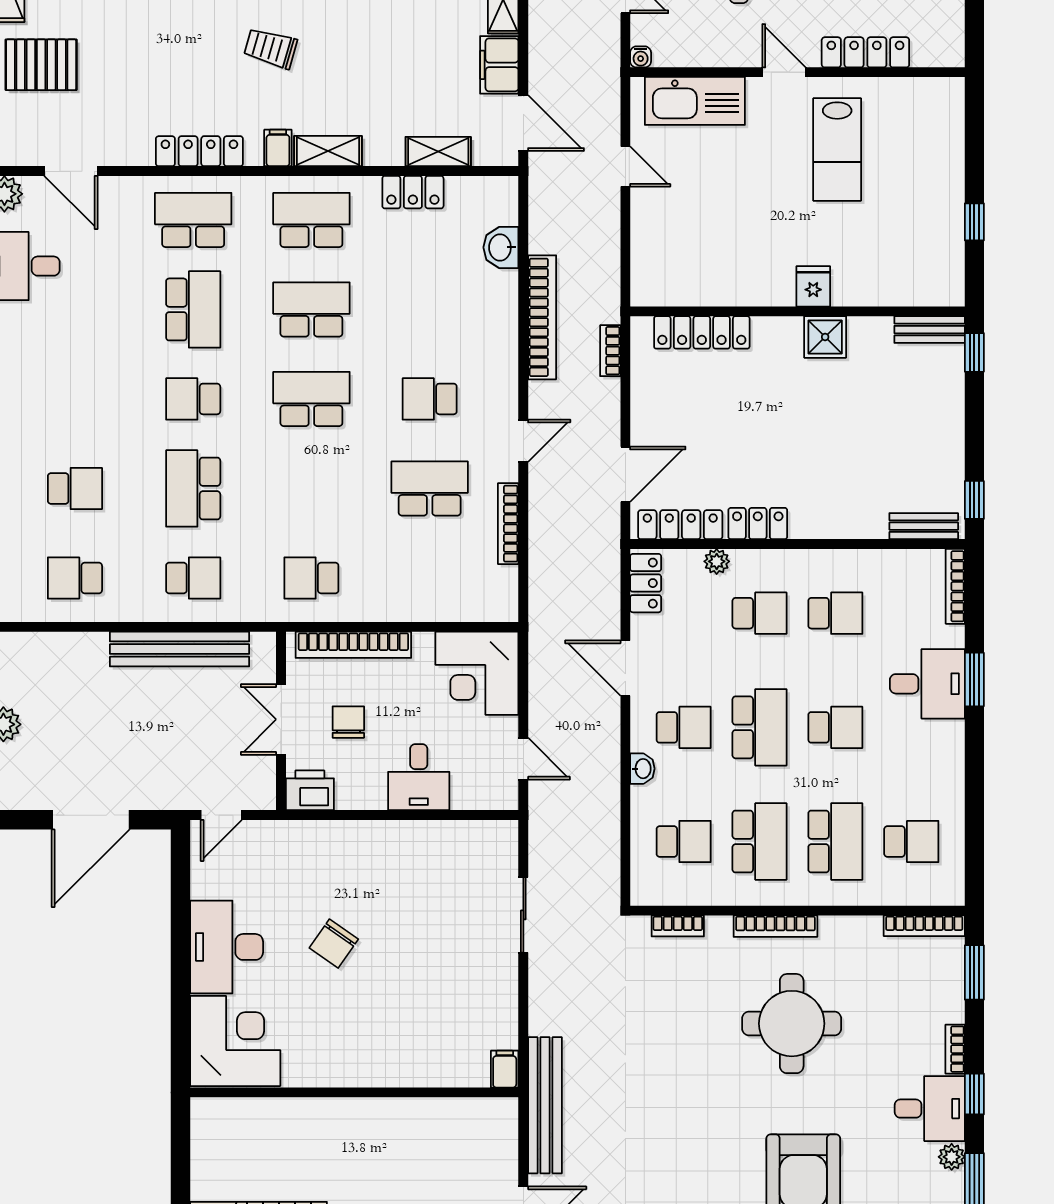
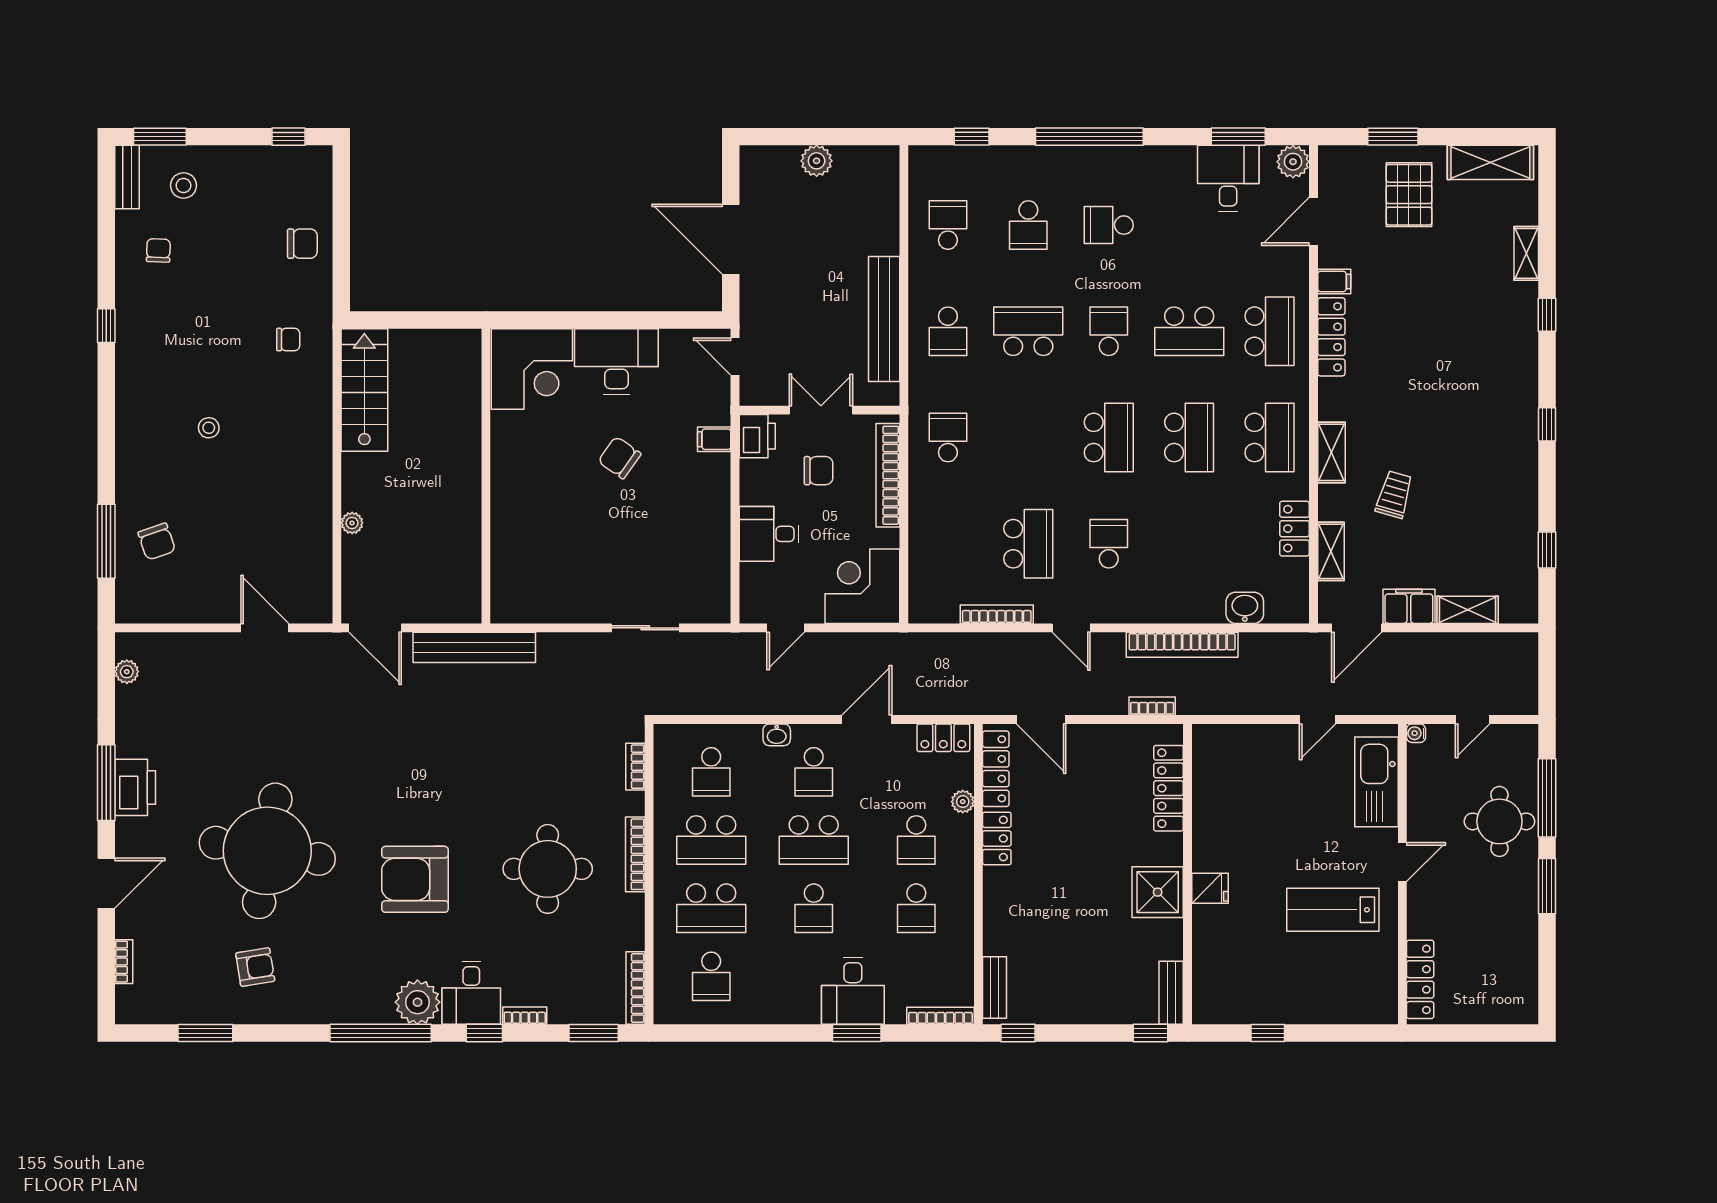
trolley: (271, 48) -> (1394, 494), moved
locker: (865, 52) -> (1420, 979), moved
filing cabinet: (278, 148) -> (1334, 281), moved
shower: (825, 337) -> (1158, 892), width x1.36, depth x1.36
school desk: (75, 399) -> (1109, 225), added
filing cabinet: (505, 1069) -> (714, 439), moved, turned 180
plant: (952, 1157) -> (417, 1002), width x1.88, depth x1.88

